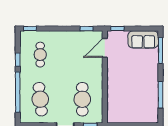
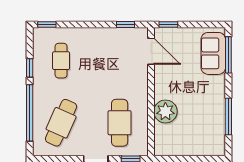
sofa: (143, 39) -> (213, 53), moved, turned 90
door: (105, 48) -> (151, 51), swing flipped
plant: (115, 91) -> (165, 112), added
cafe table: (40, 99) -> (61, 123), turned 30

